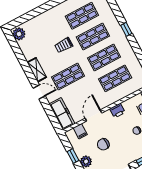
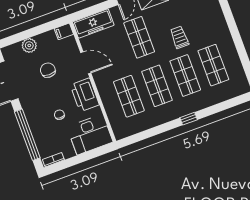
printer: (117, 111) -> (85, 95), width x1.87, depth x1.48
filing cabinet: (80, 131) -> (64, 31), moved
window: (73, 156) -> (38, 30), removed

